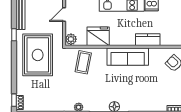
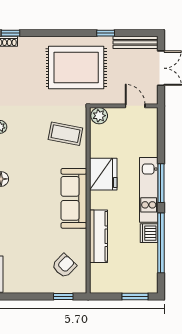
fridge: (98, 36) -> (103, 174), moved
kitchen counter: (148, 40) -> (98, 236), width x1.50

